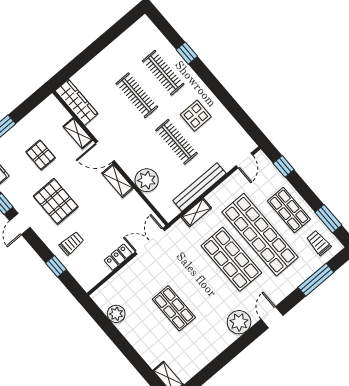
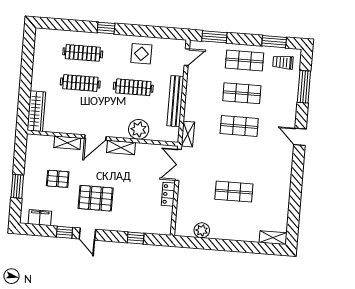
window: (187, 53) -> (106, 28), moved
wardrobe: (77, 102) -> (36, 111), moved, turned 90
display table: (196, 116) -> (141, 54), moved
door: (245, 161) -> (187, 57), hinge flipped
window: (284, 166) -> (214, 37), width x1.50
shelving: (196, 213) -> (188, 134), moved
shop shelf: (260, 235) -> (242, 93), width x0.50, depth x0.74
trolley: (72, 243) -> (131, 214), removed
shop shelf: (231, 259) -> (239, 126), width x0.70, depth x0.74
plant: (239, 322) -> (283, 160), removed

